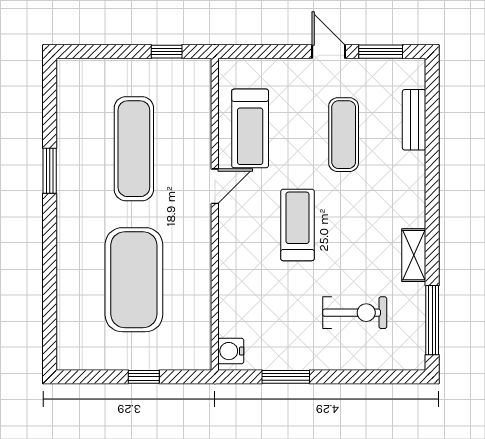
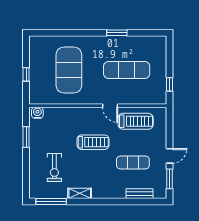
treadmill: (250, 128) -> (136, 121), turned 180
exercise mat: (134, 280) -> (69, 70), turned 90

